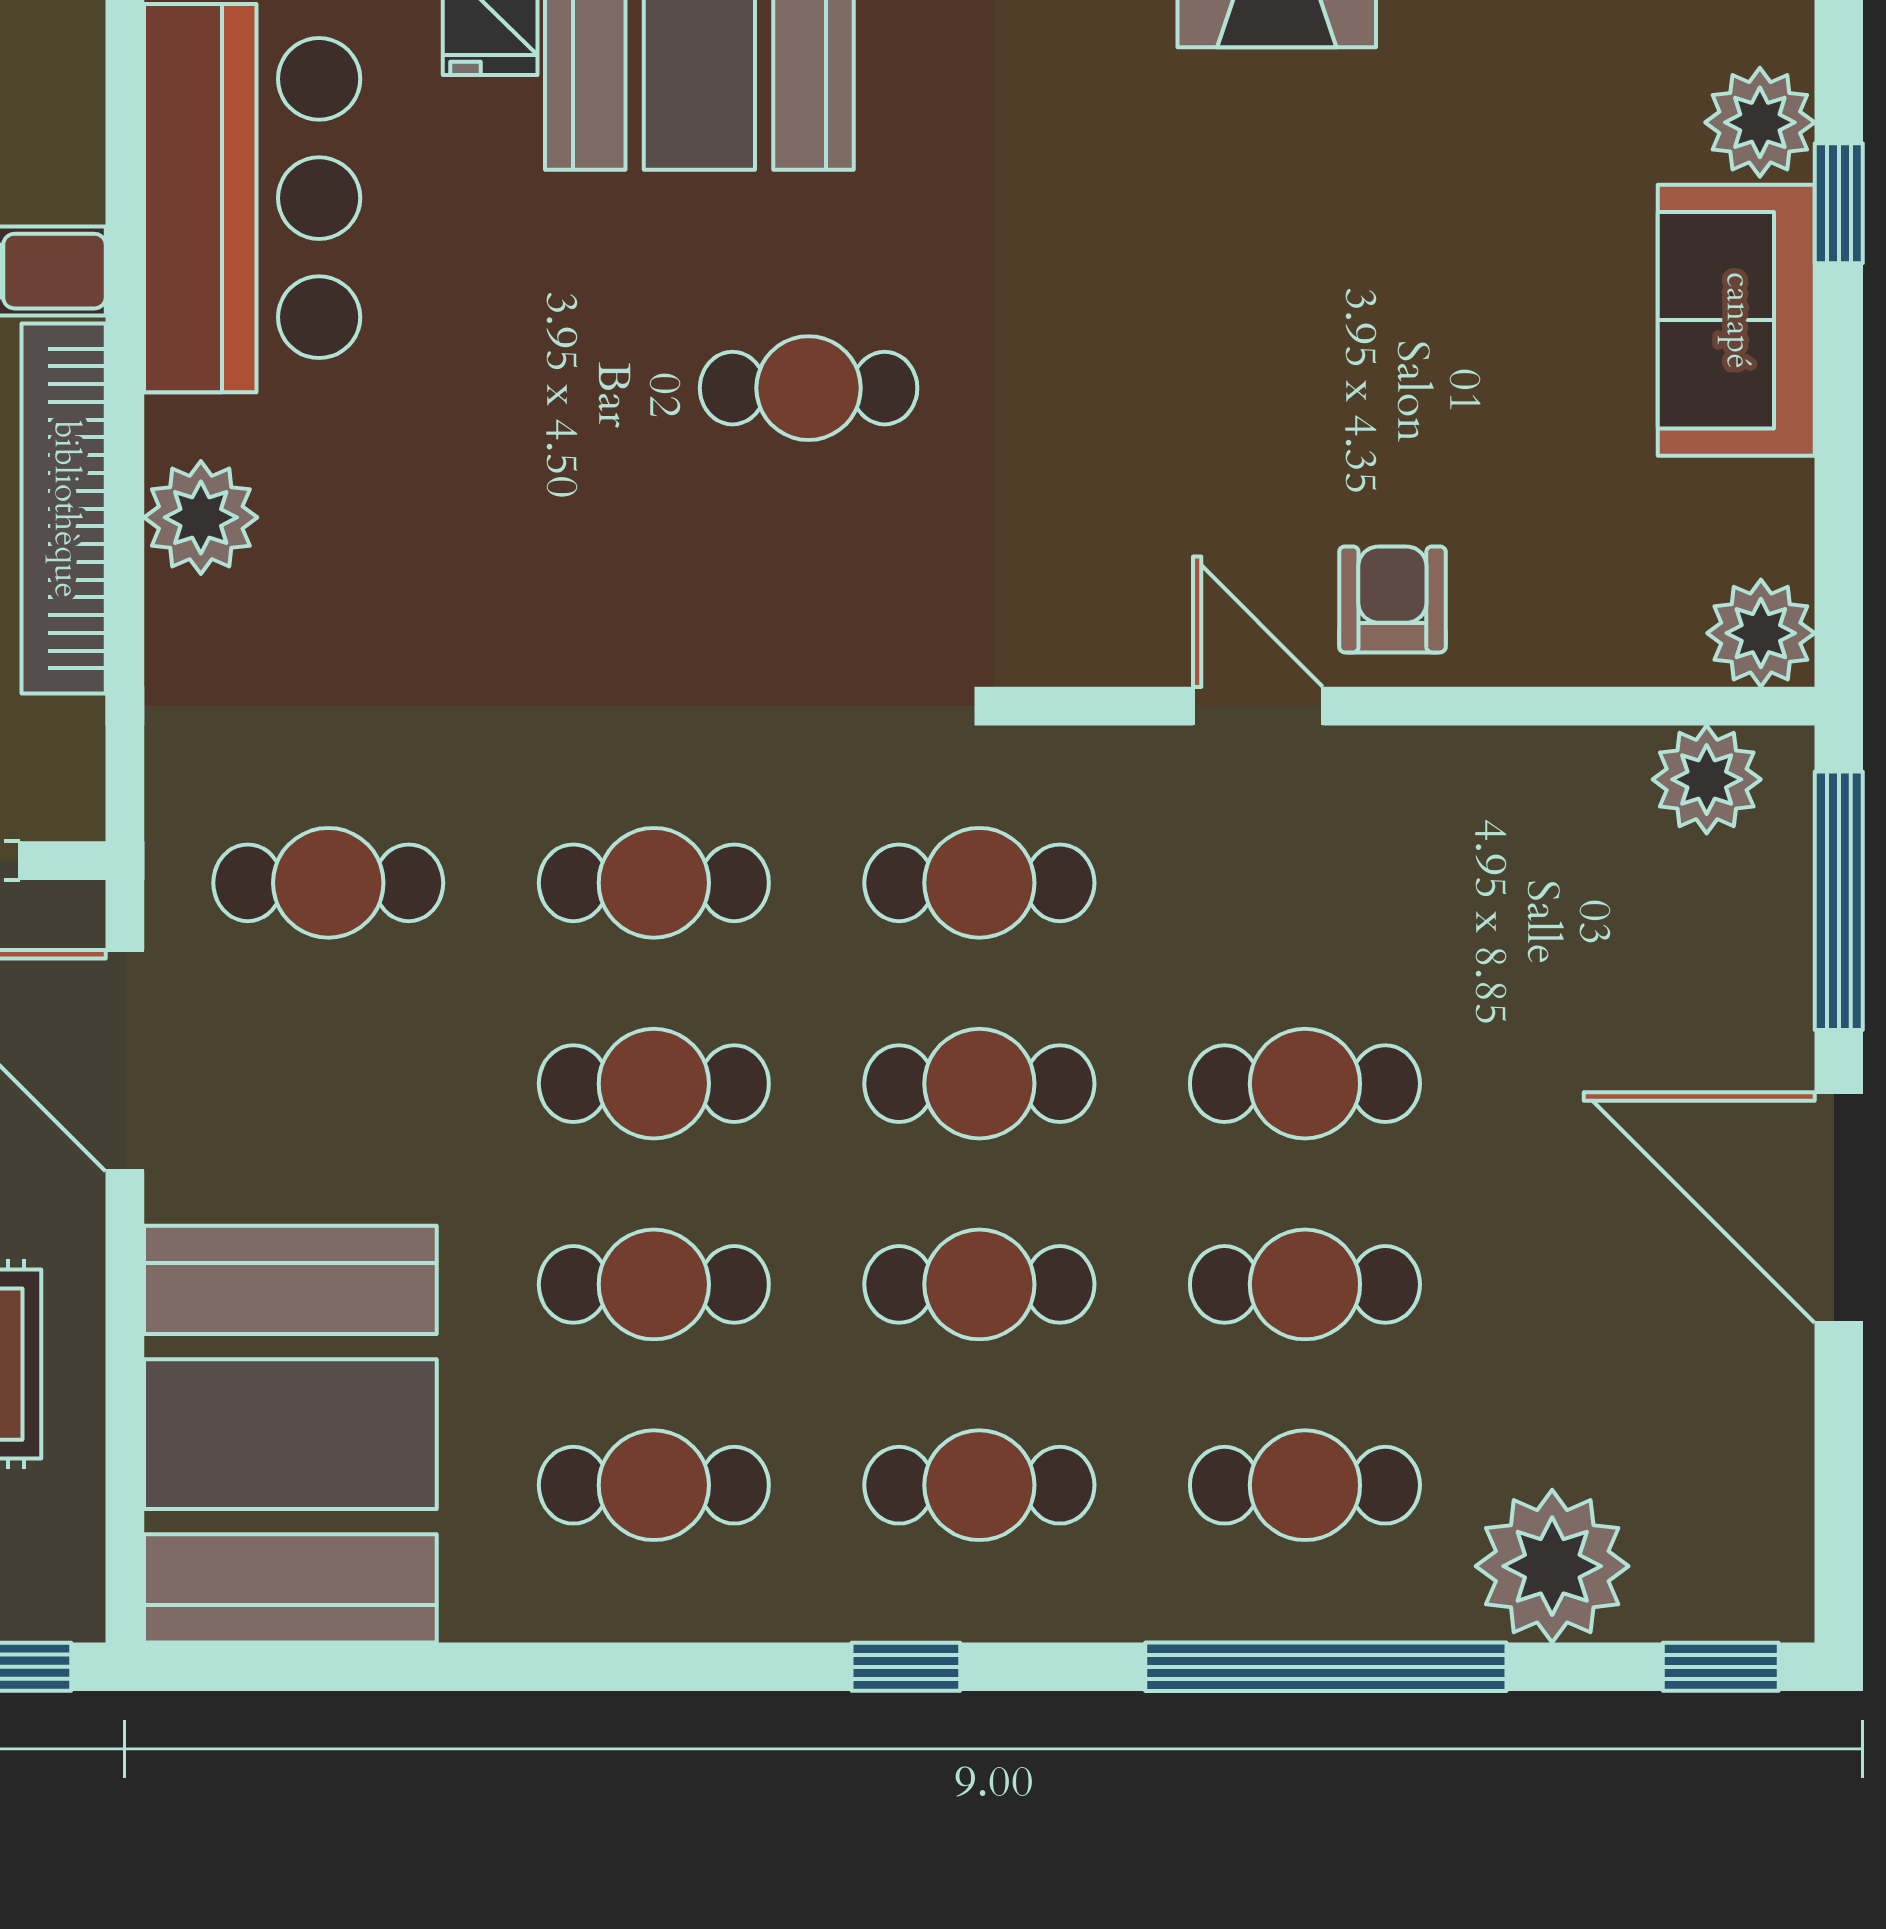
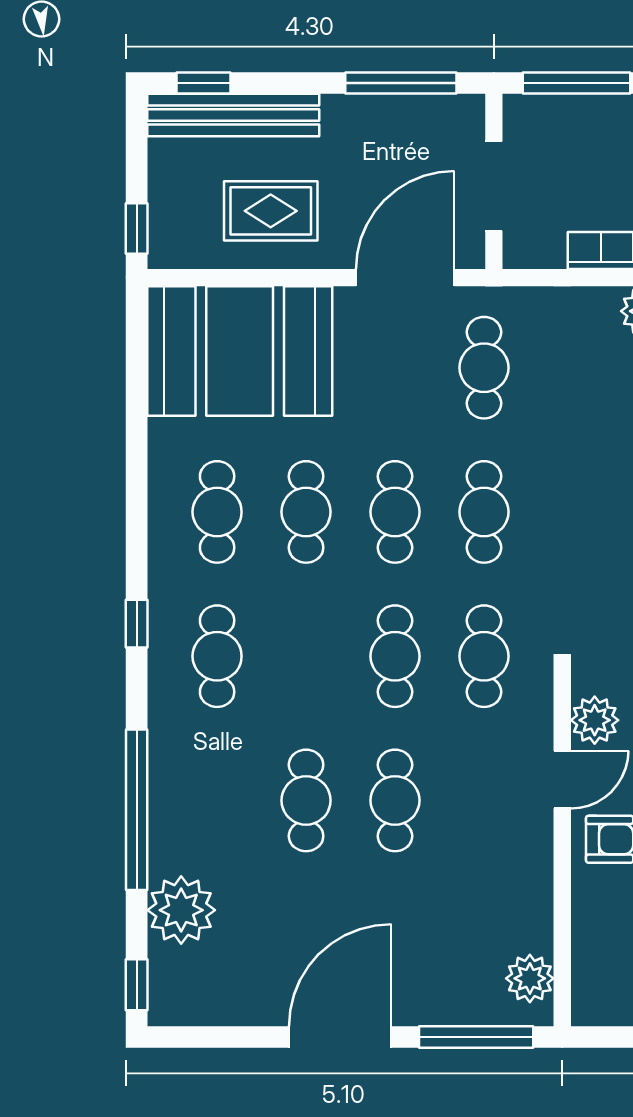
plant: (1761, 633) -> (595, 720), moved
cafe table: (979, 1284) -> (306, 656), removed
cafe table: (1305, 1485) -> (217, 800), removed

